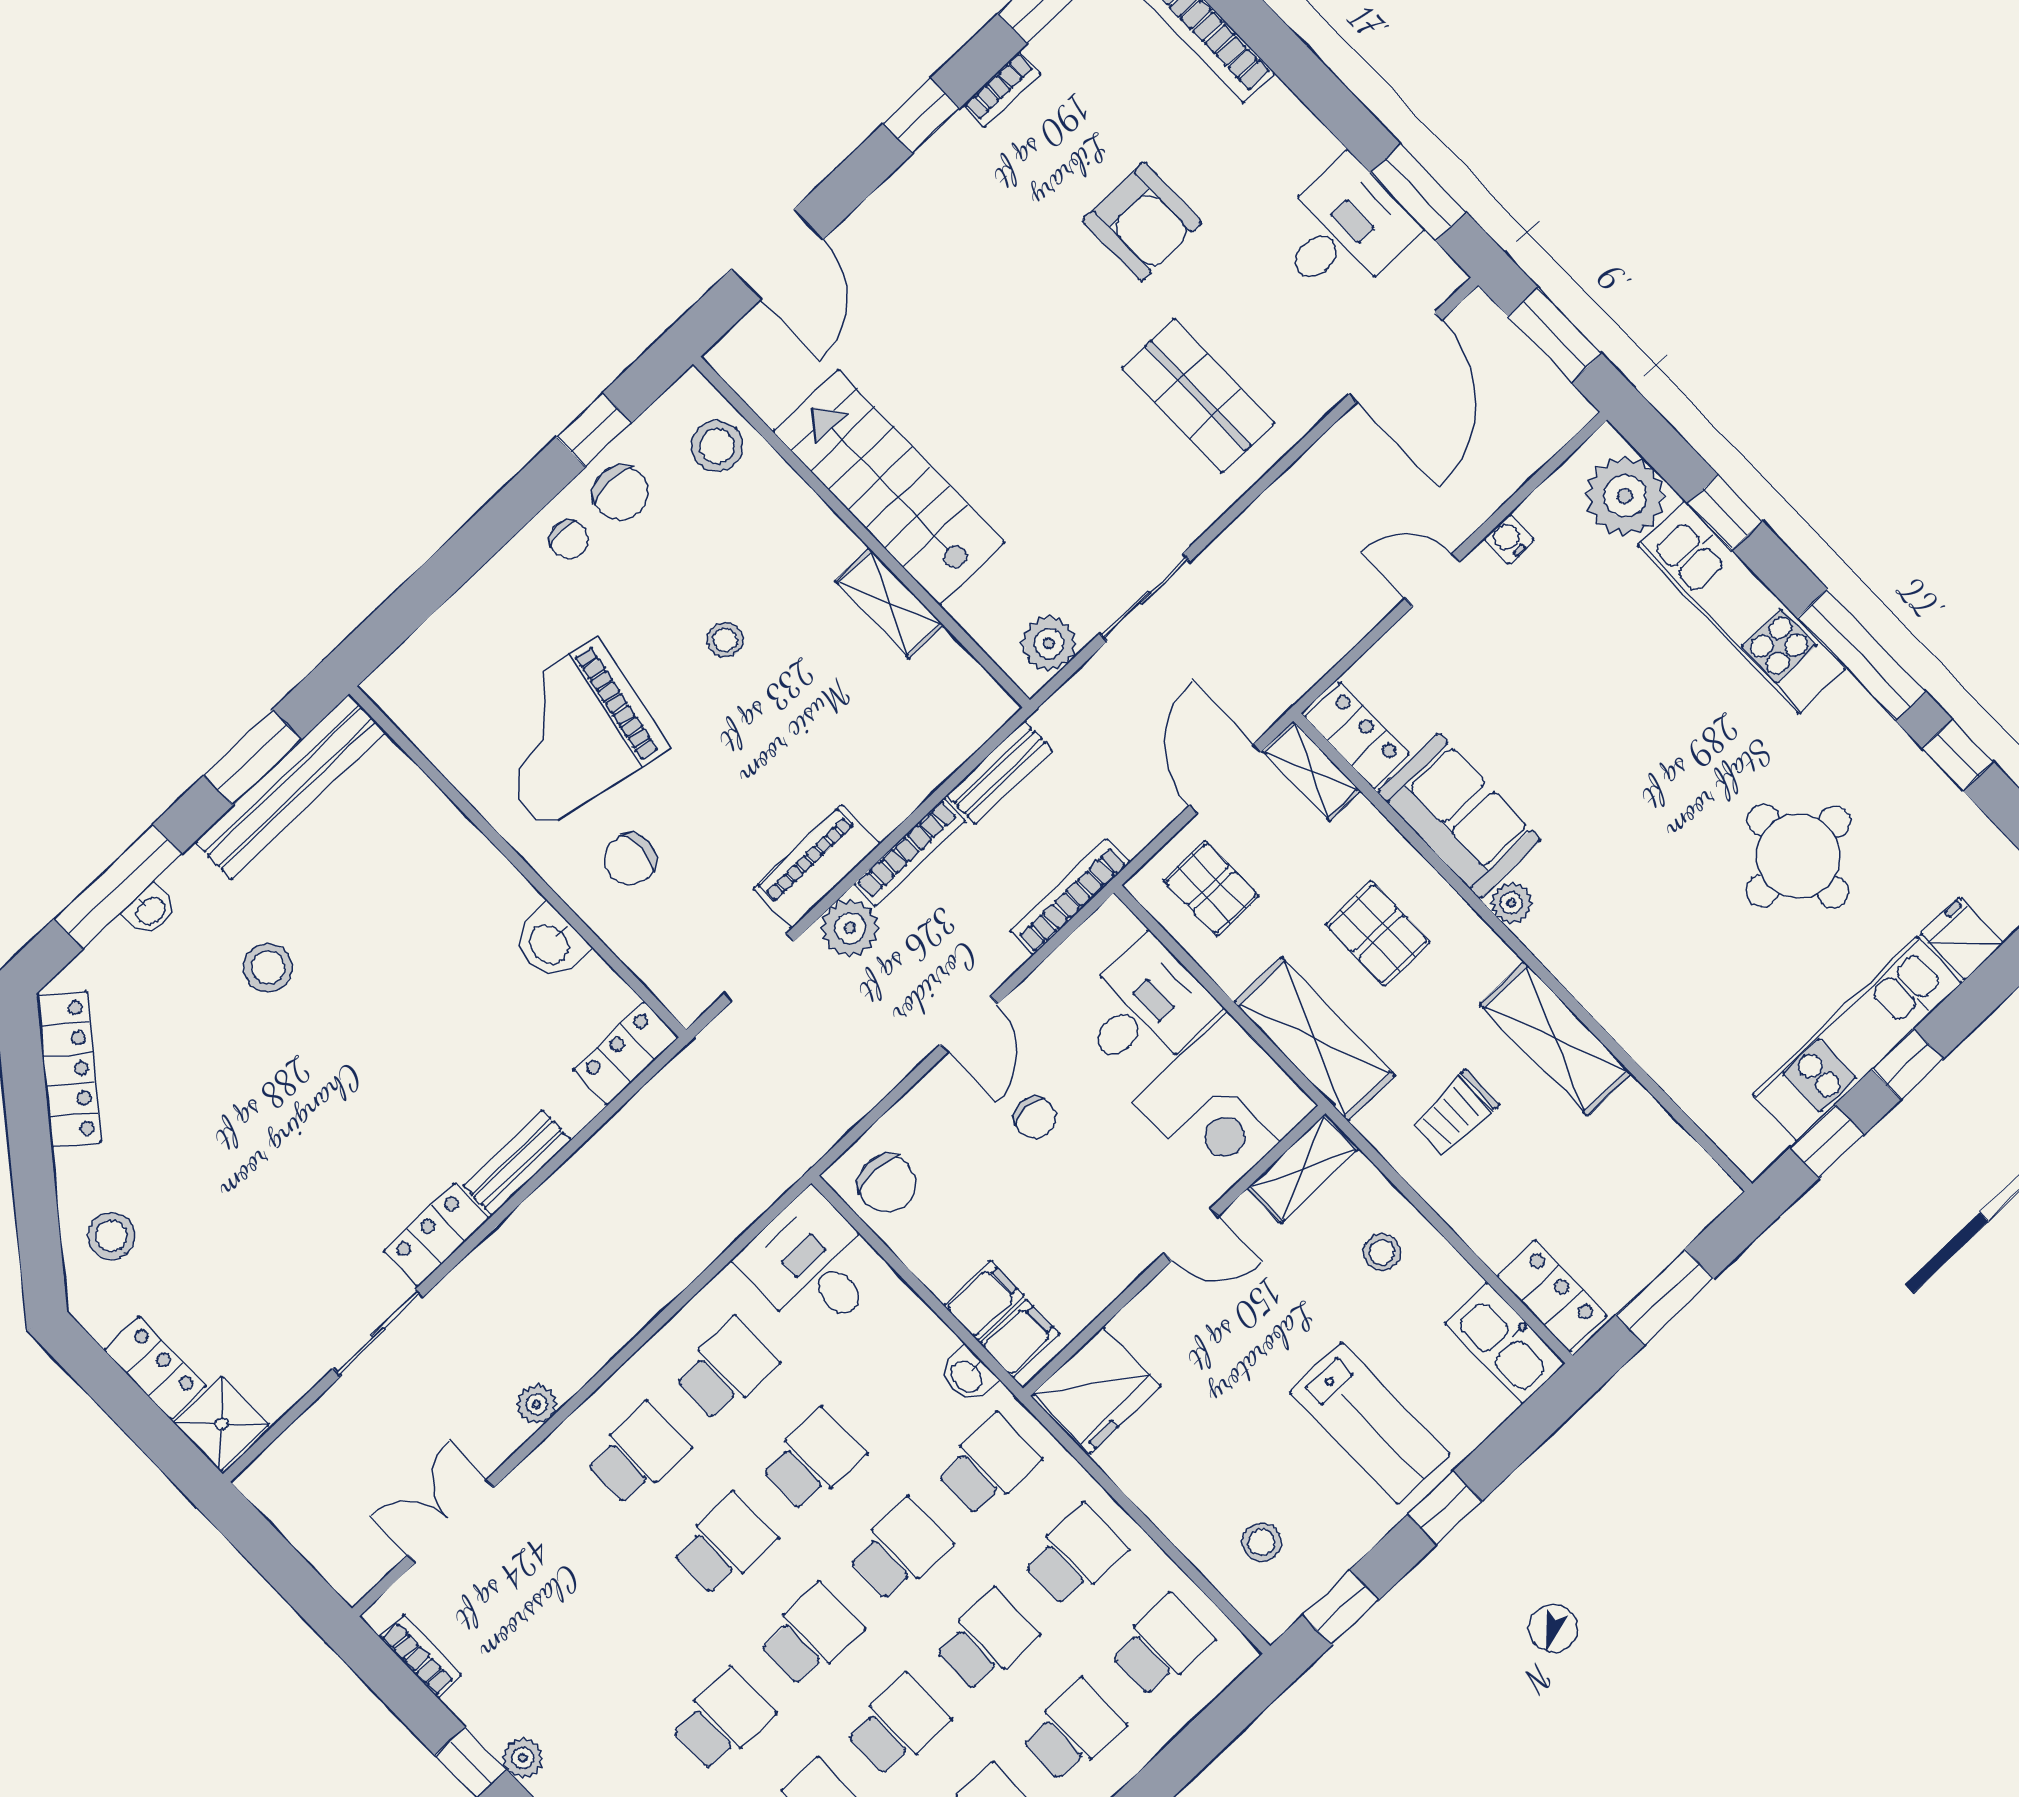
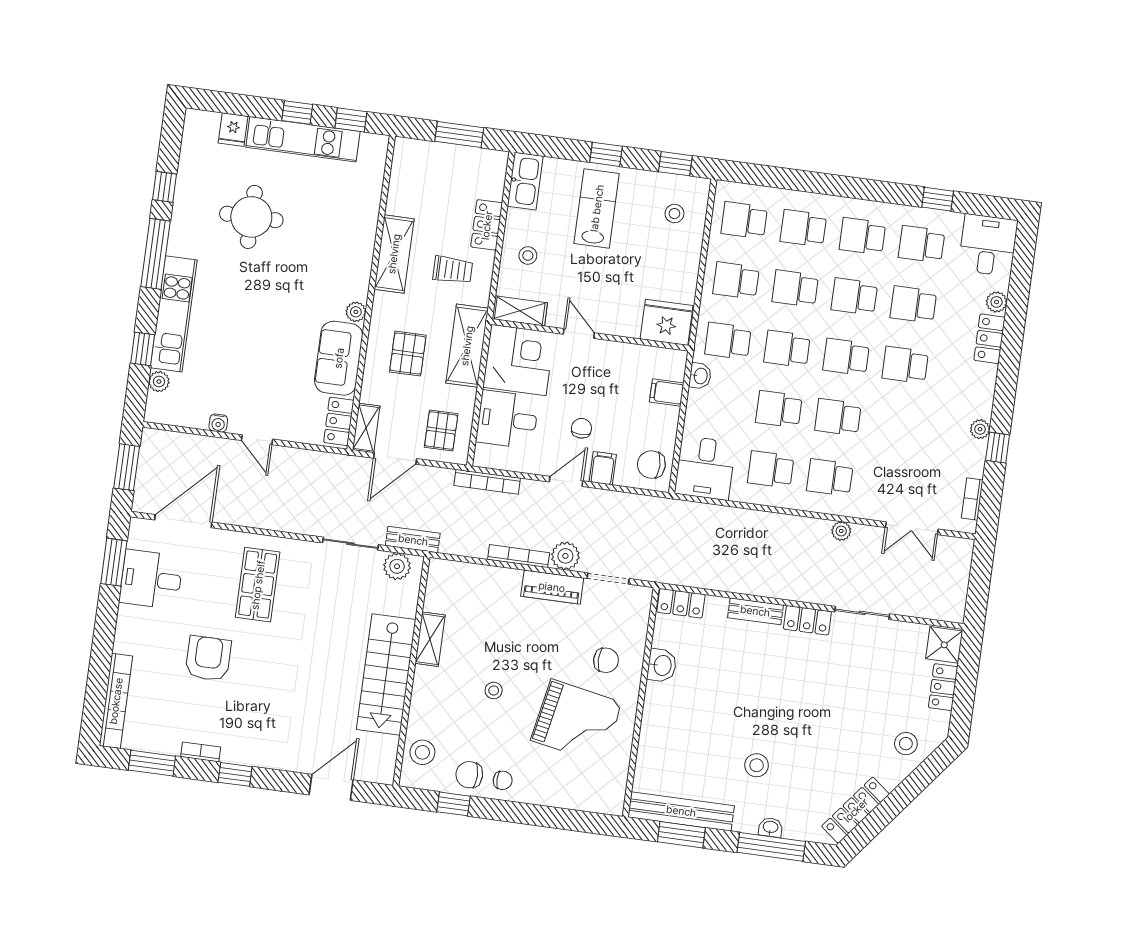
chair: (621, 493) -> (469, 775), turned -90
plant: (1625, 496) -> (159, 382), width x0.53, depth x0.53
chair: (569, 539) -> (503, 780), turned 90
bench: (1000, 772) -> (413, 540), moved
chair: (887, 1183) -> (651, 464), turned -90
locker: (1552, 1296) -> (487, 225), moved
filing cabinet: (1020, 1339) -> (603, 468), moved, turned 90

